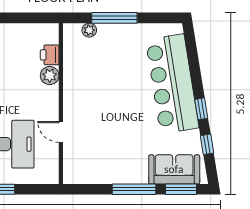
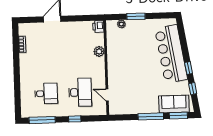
window: (114, 18) -> (136, 16), width x0.69
printer: (50, 55) -> (98, 27), moved
door: (61, 132) -> (107, 95), moved

